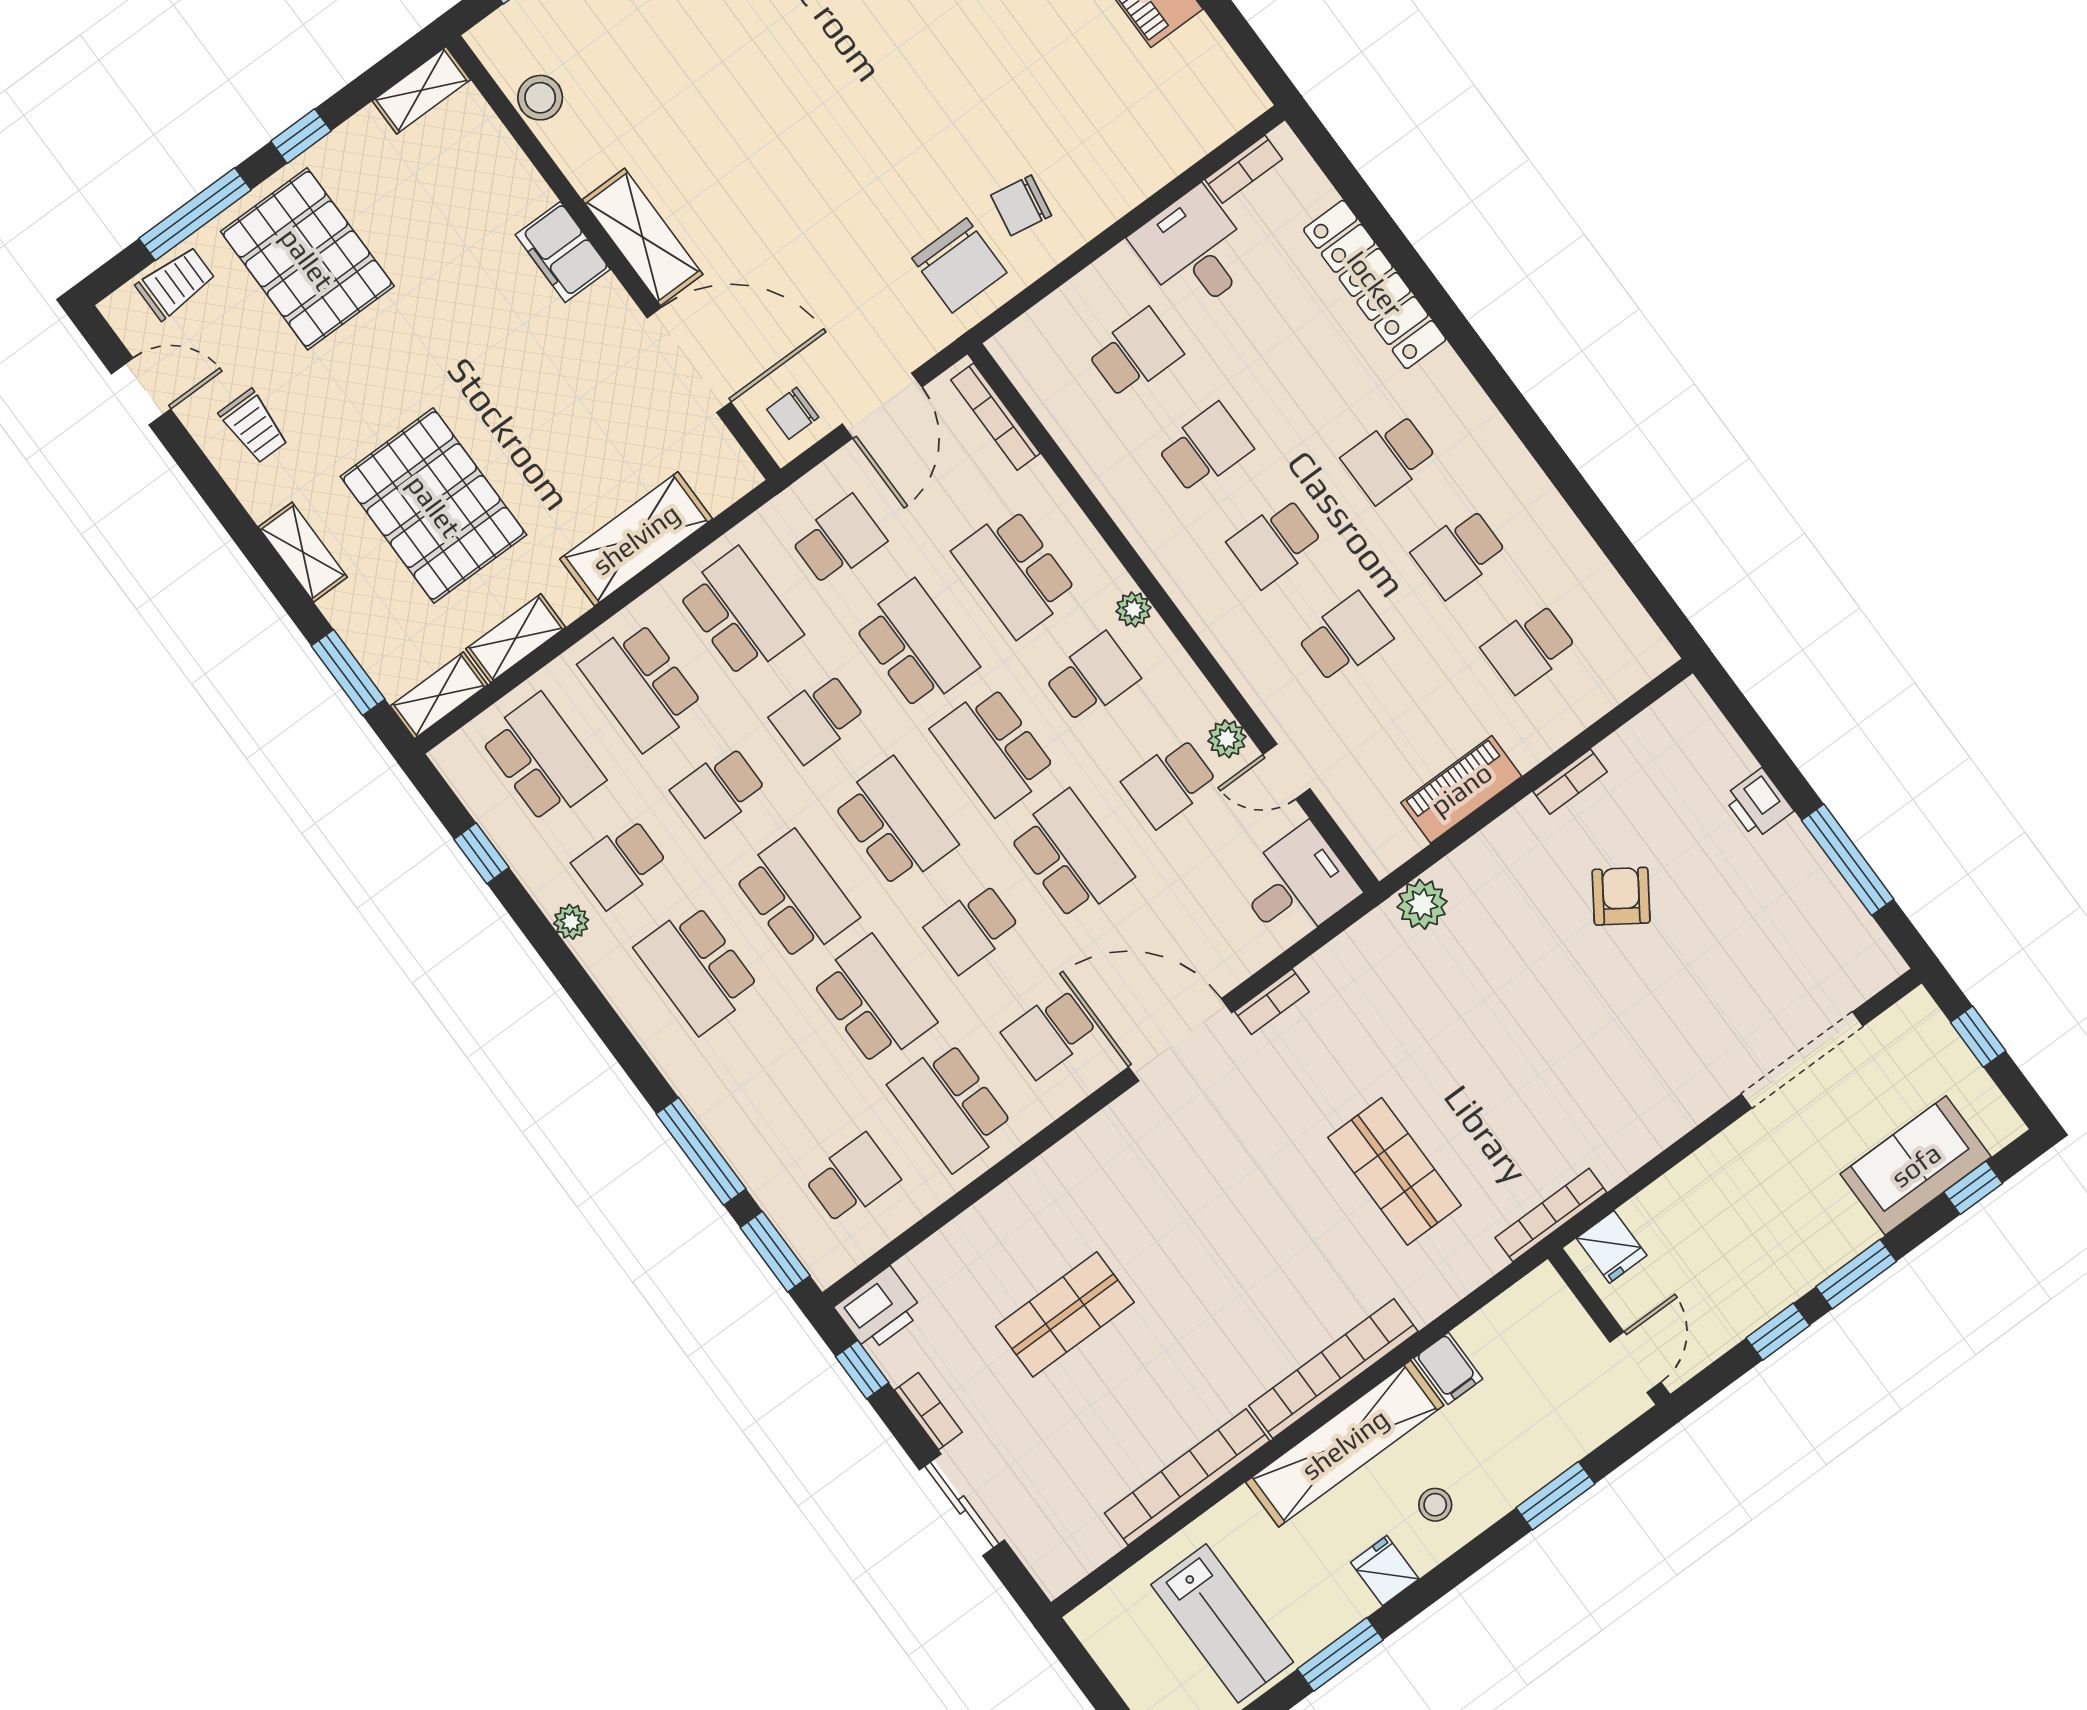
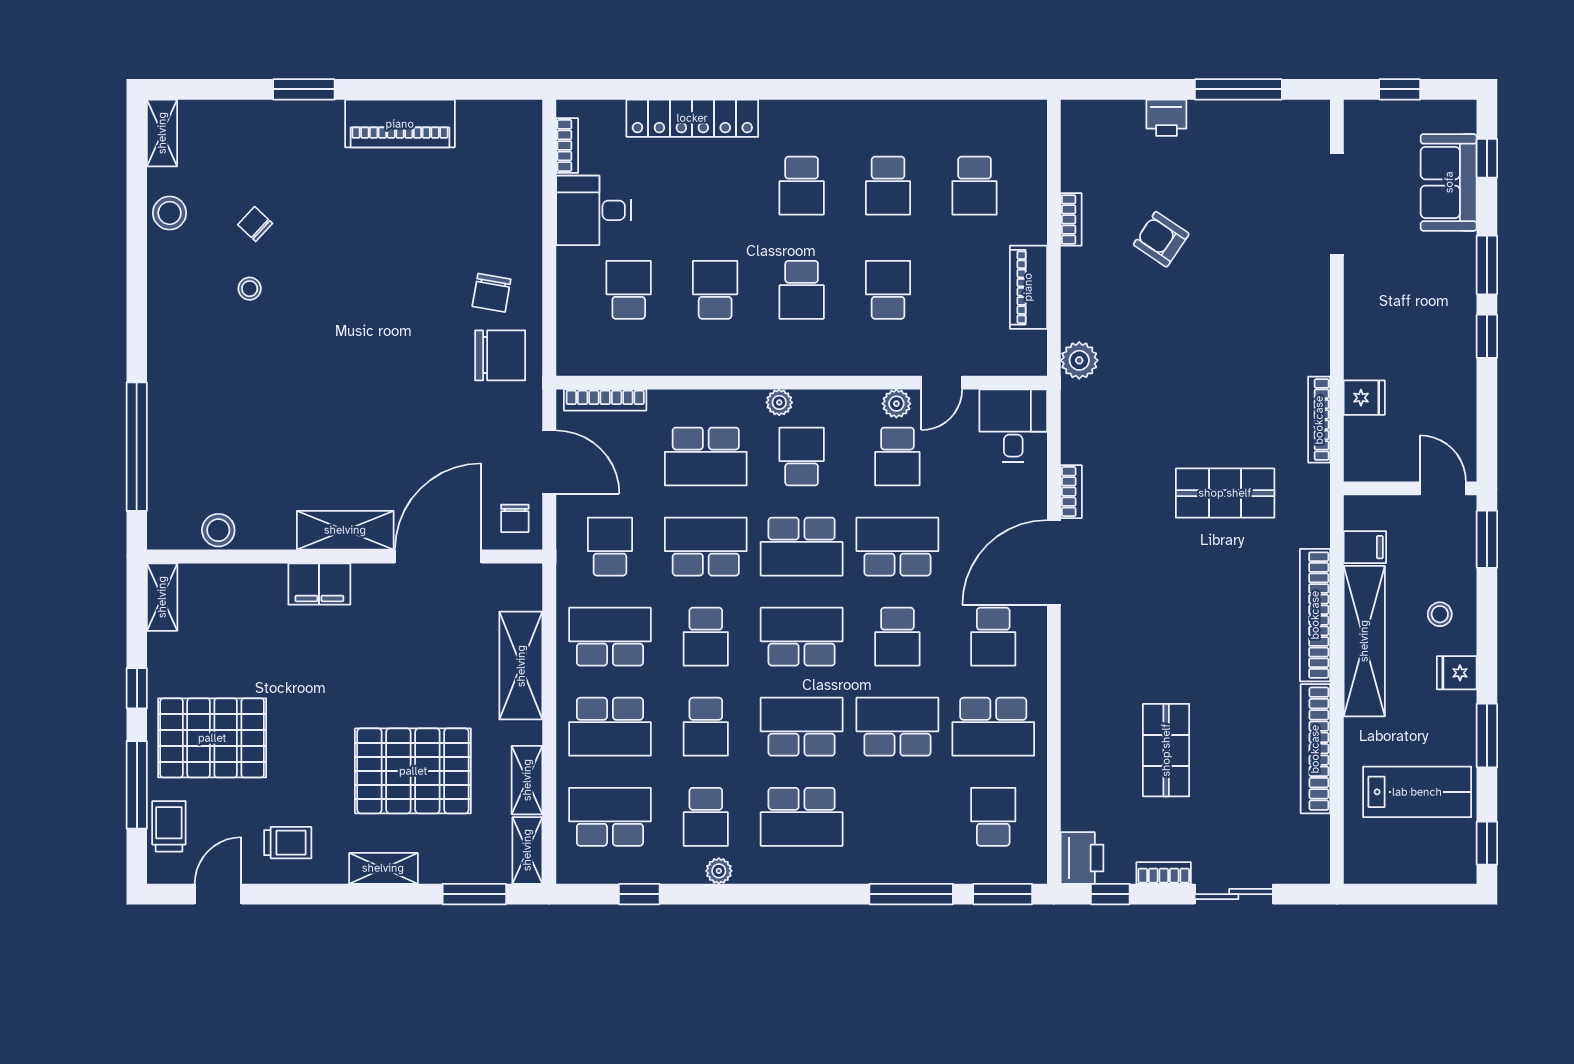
wall: (1609, 1326) -> (1410, 488), moved
door: (1635, 1362) -> (1443, 488), moved

